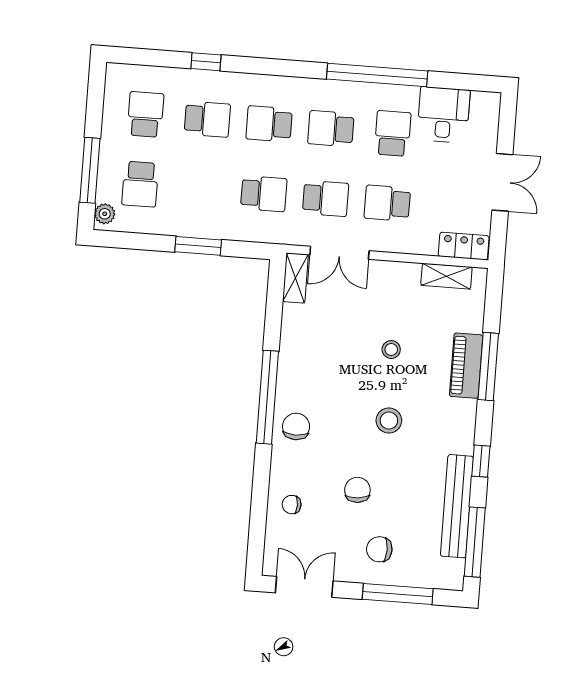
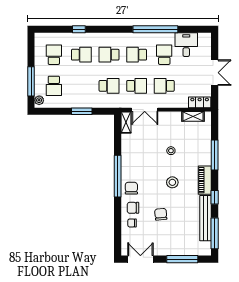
piano: (466, 366) -> (205, 180), moved
chair: (379, 549) -> (133, 208), moved

